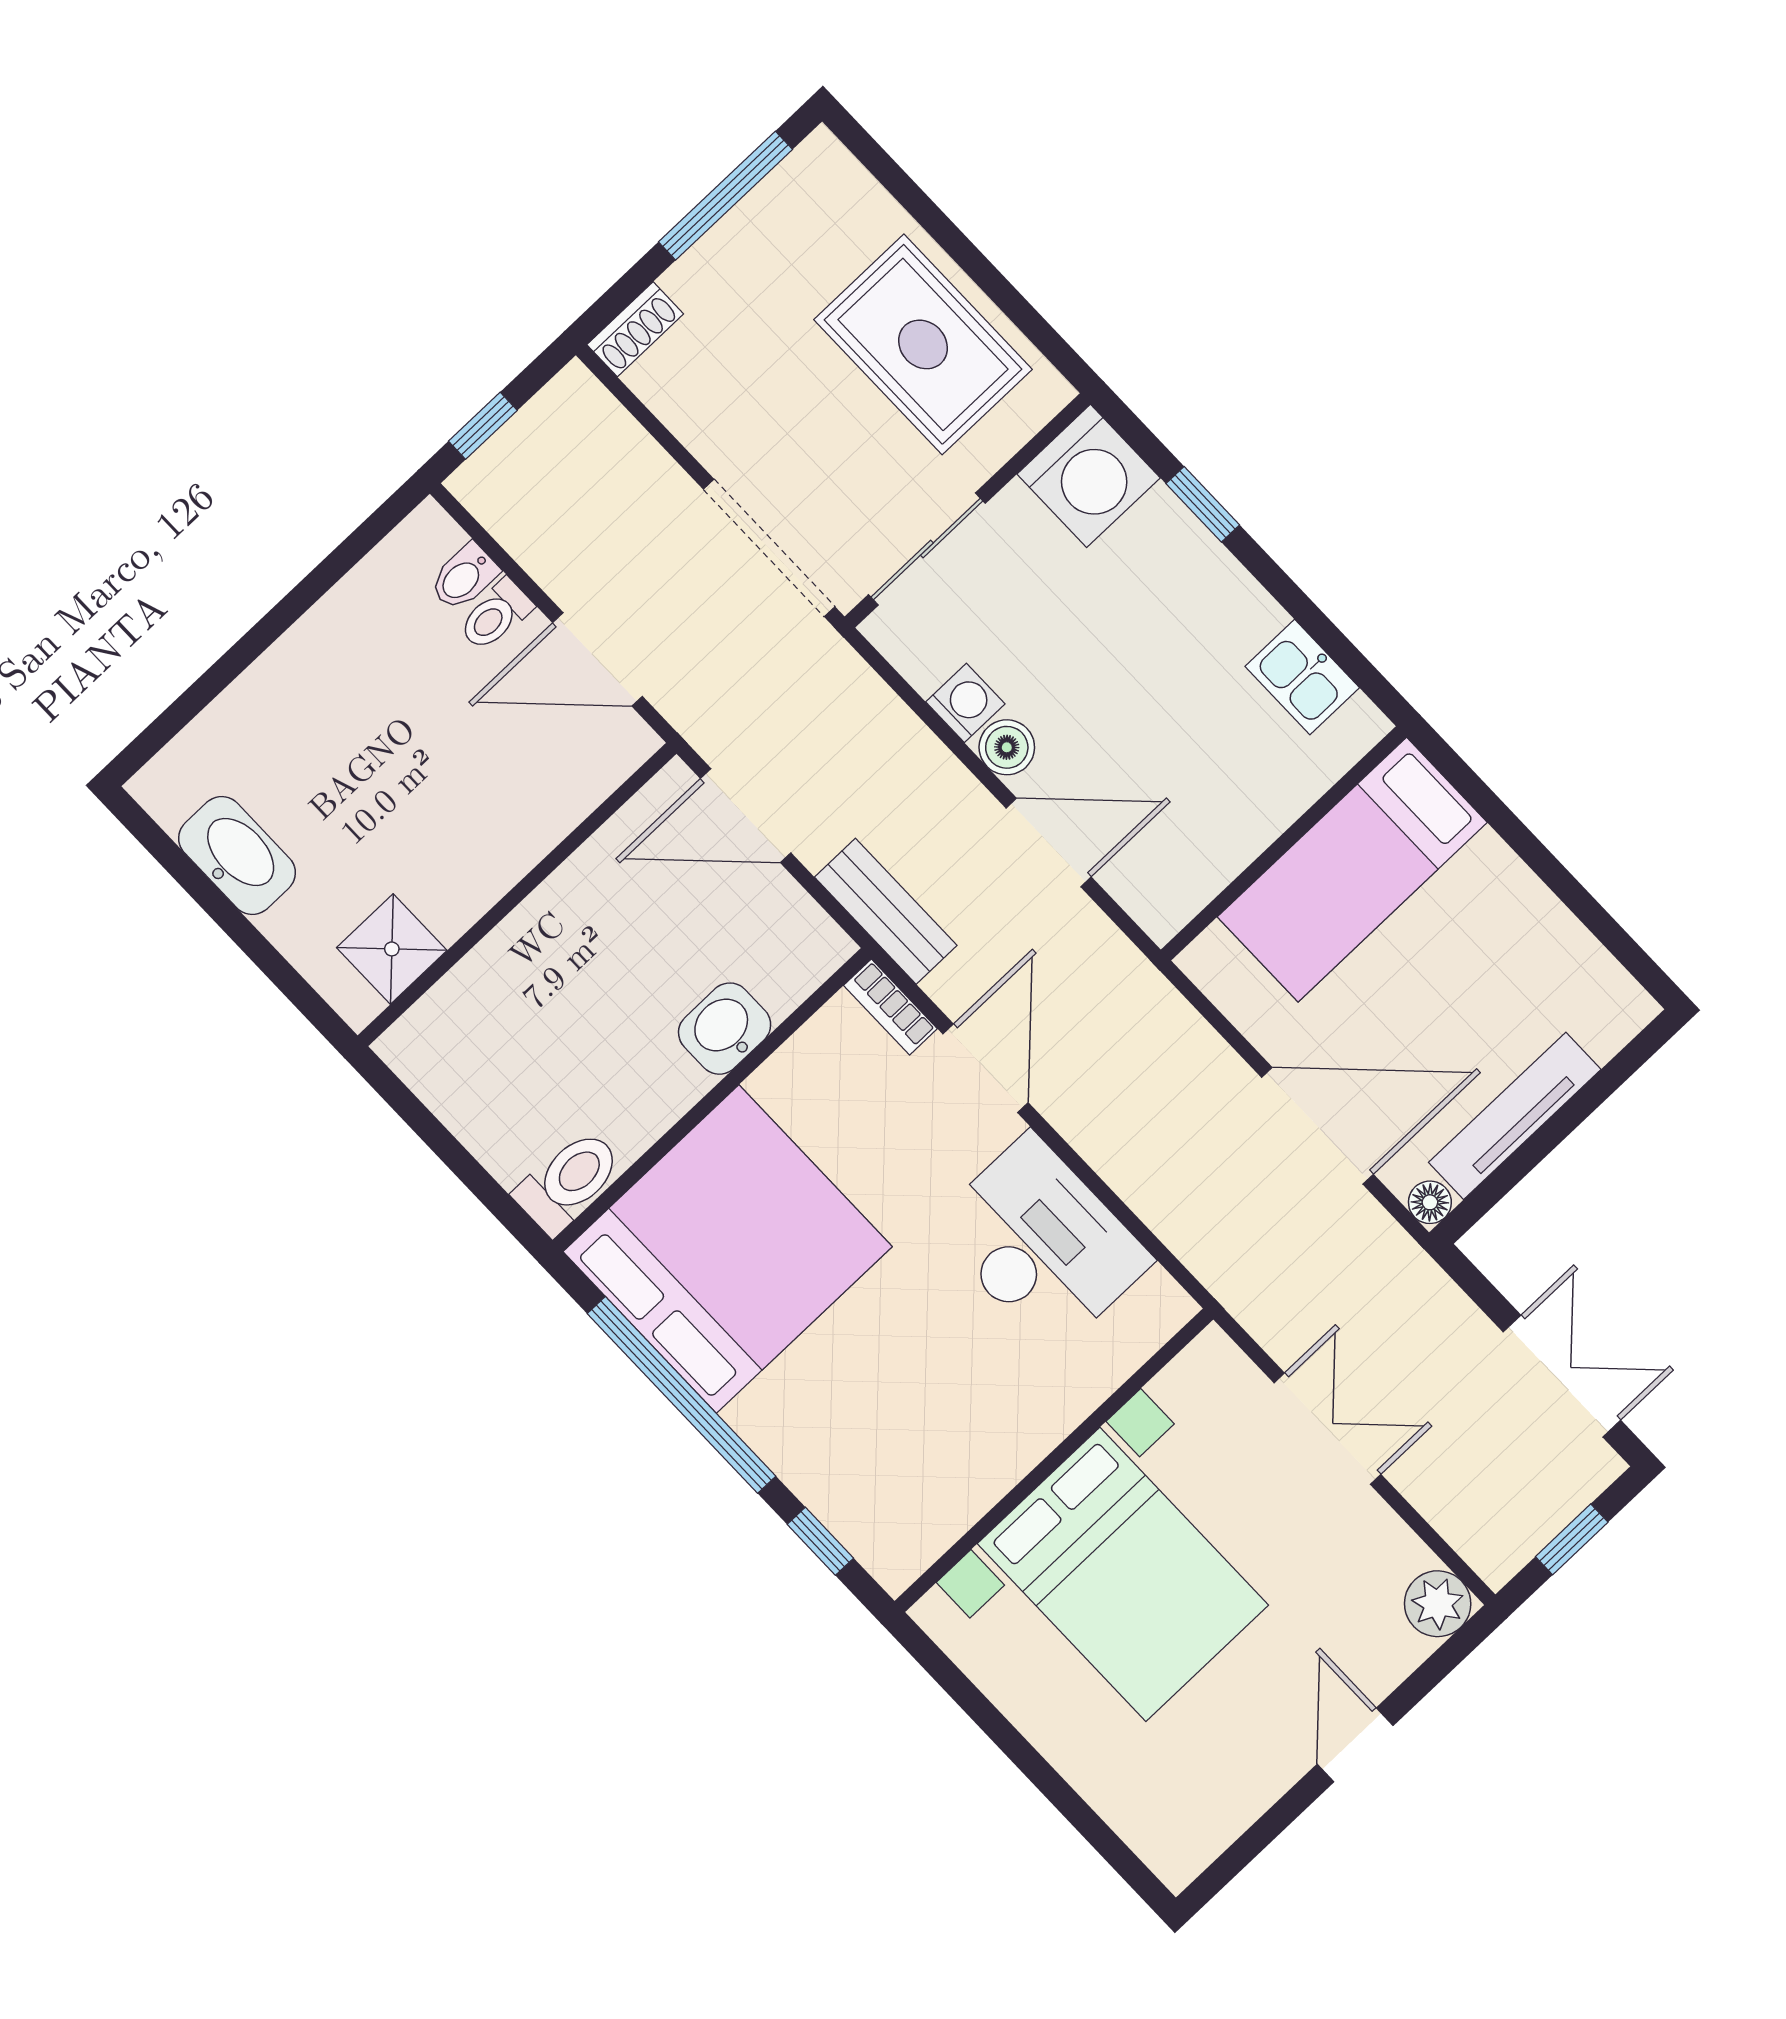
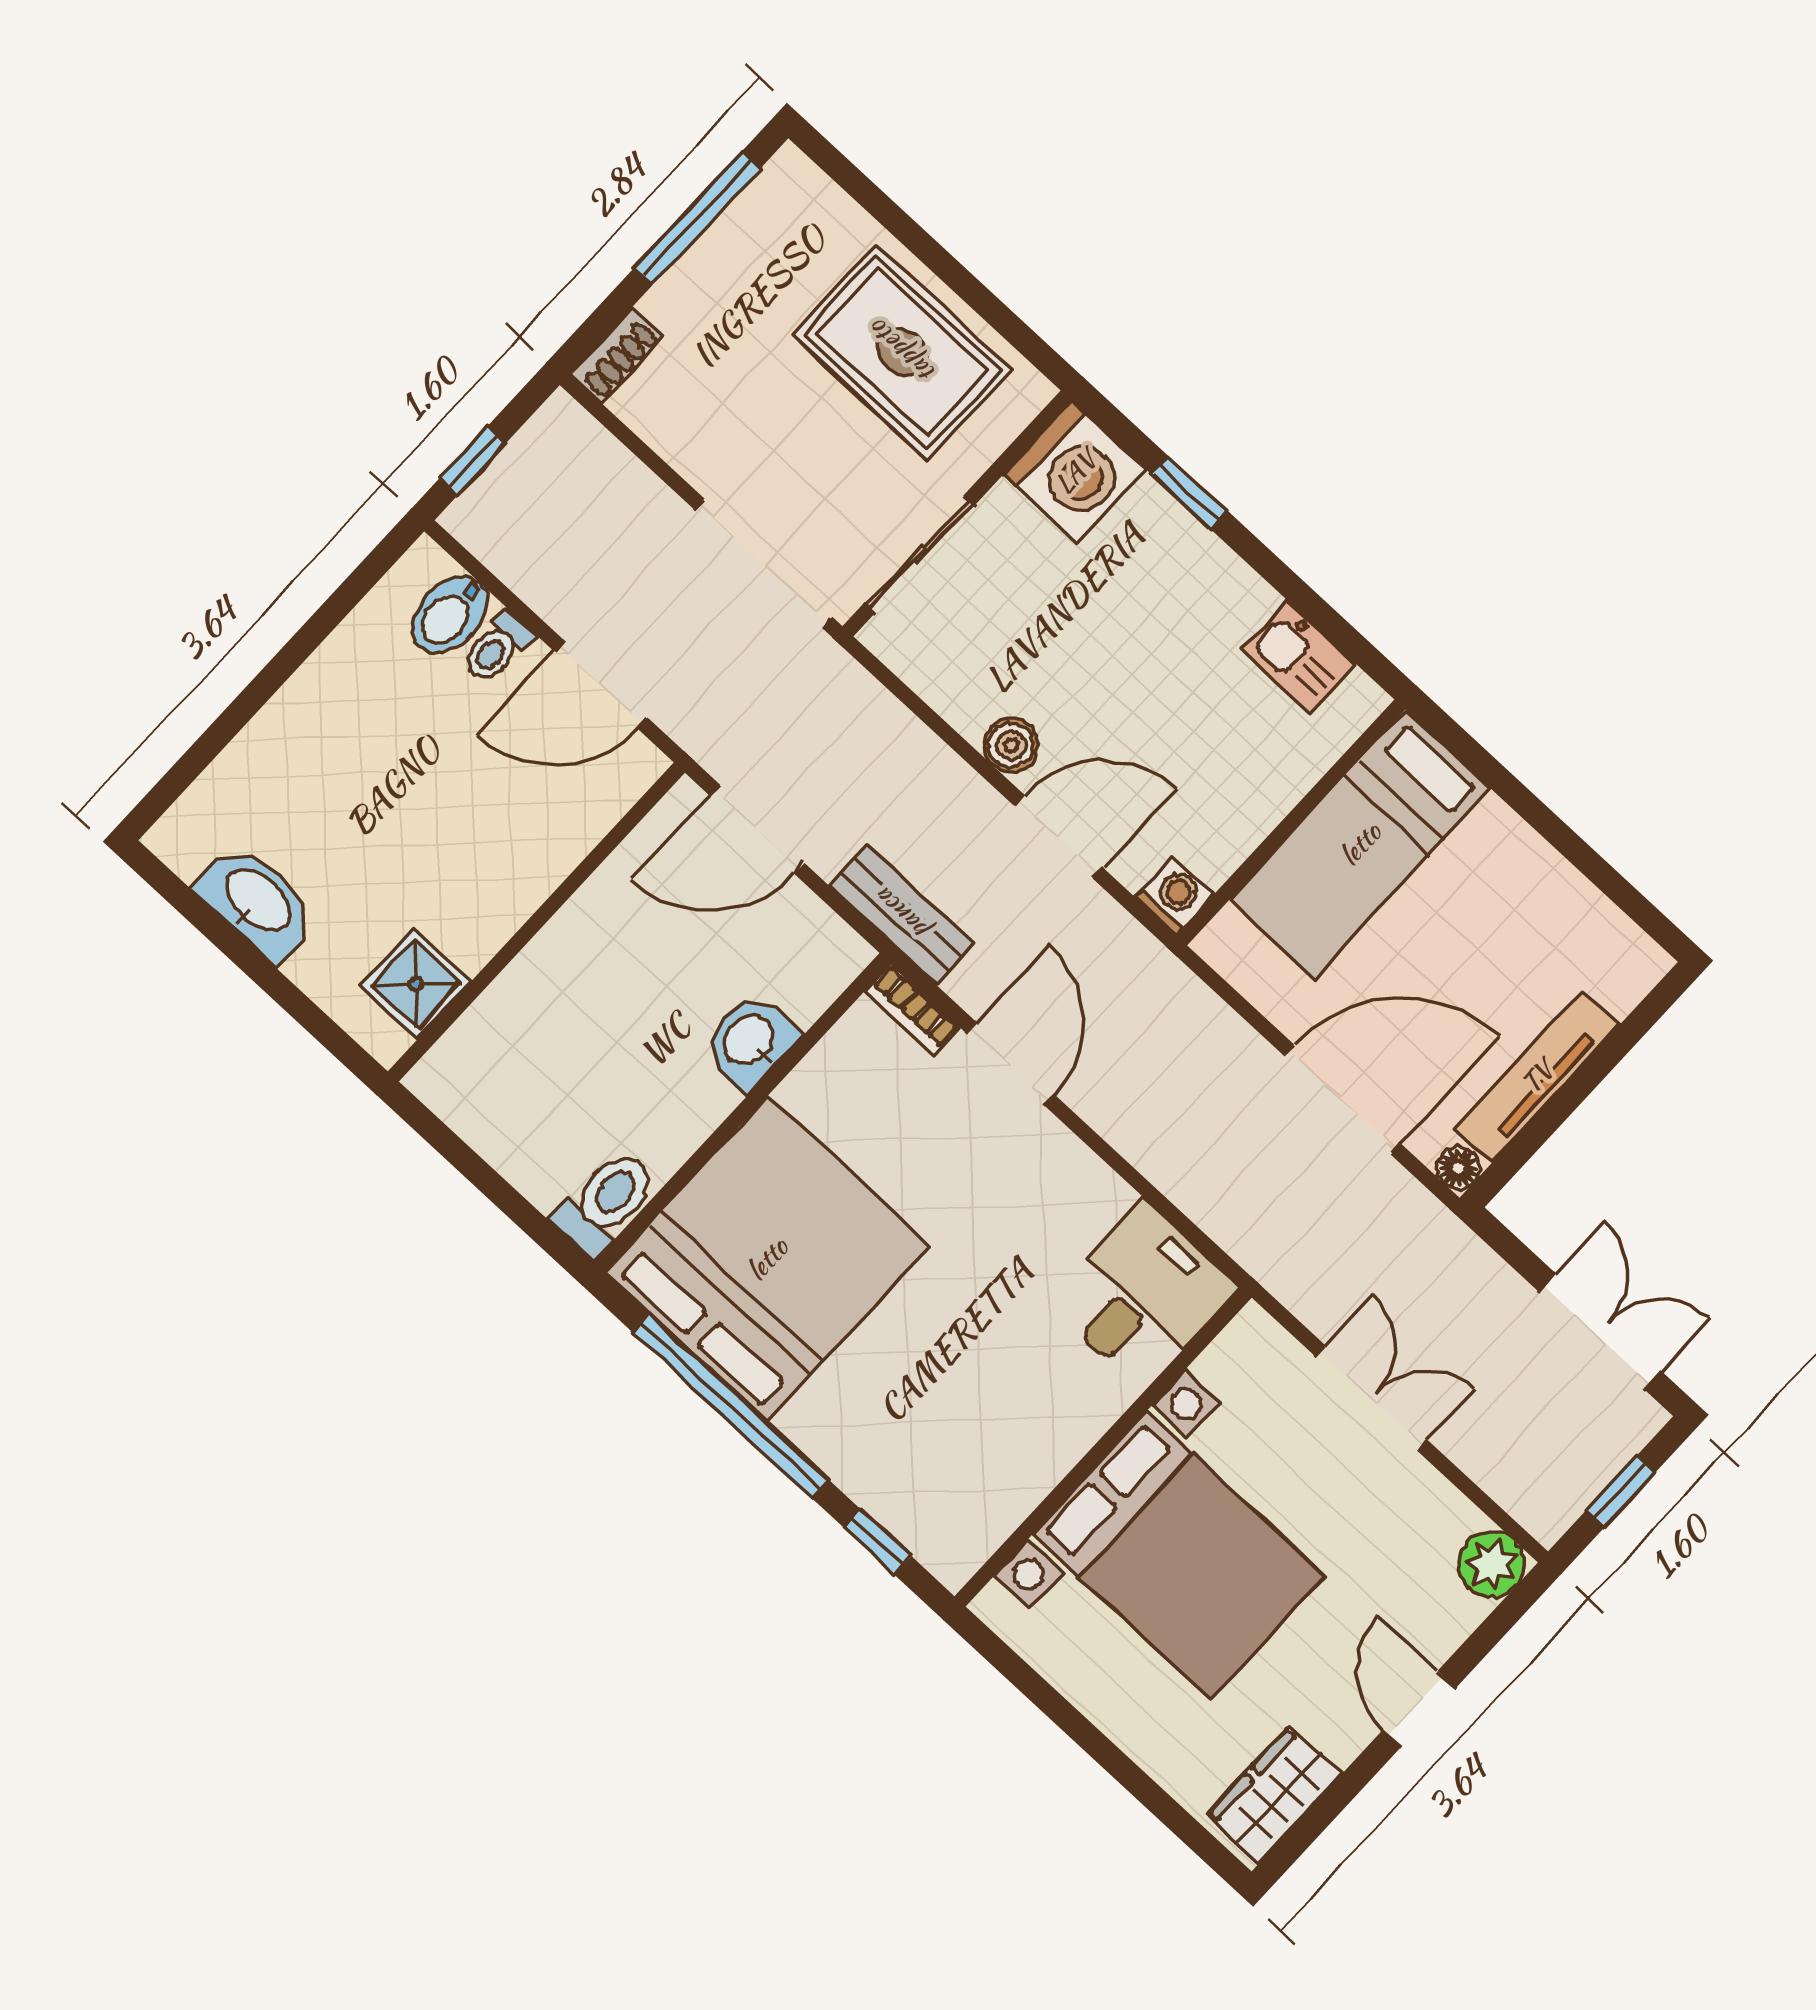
bidet: (464, 577) -> (450, 614), width x1.38, depth x1.36
washing machine: (965, 703) -> (1175, 896), moved
desk: (1041, 1243) -> (1143, 1295), moved, width x0.73
wardrobe: (1204, 1822) -> (1275, 1794), added

